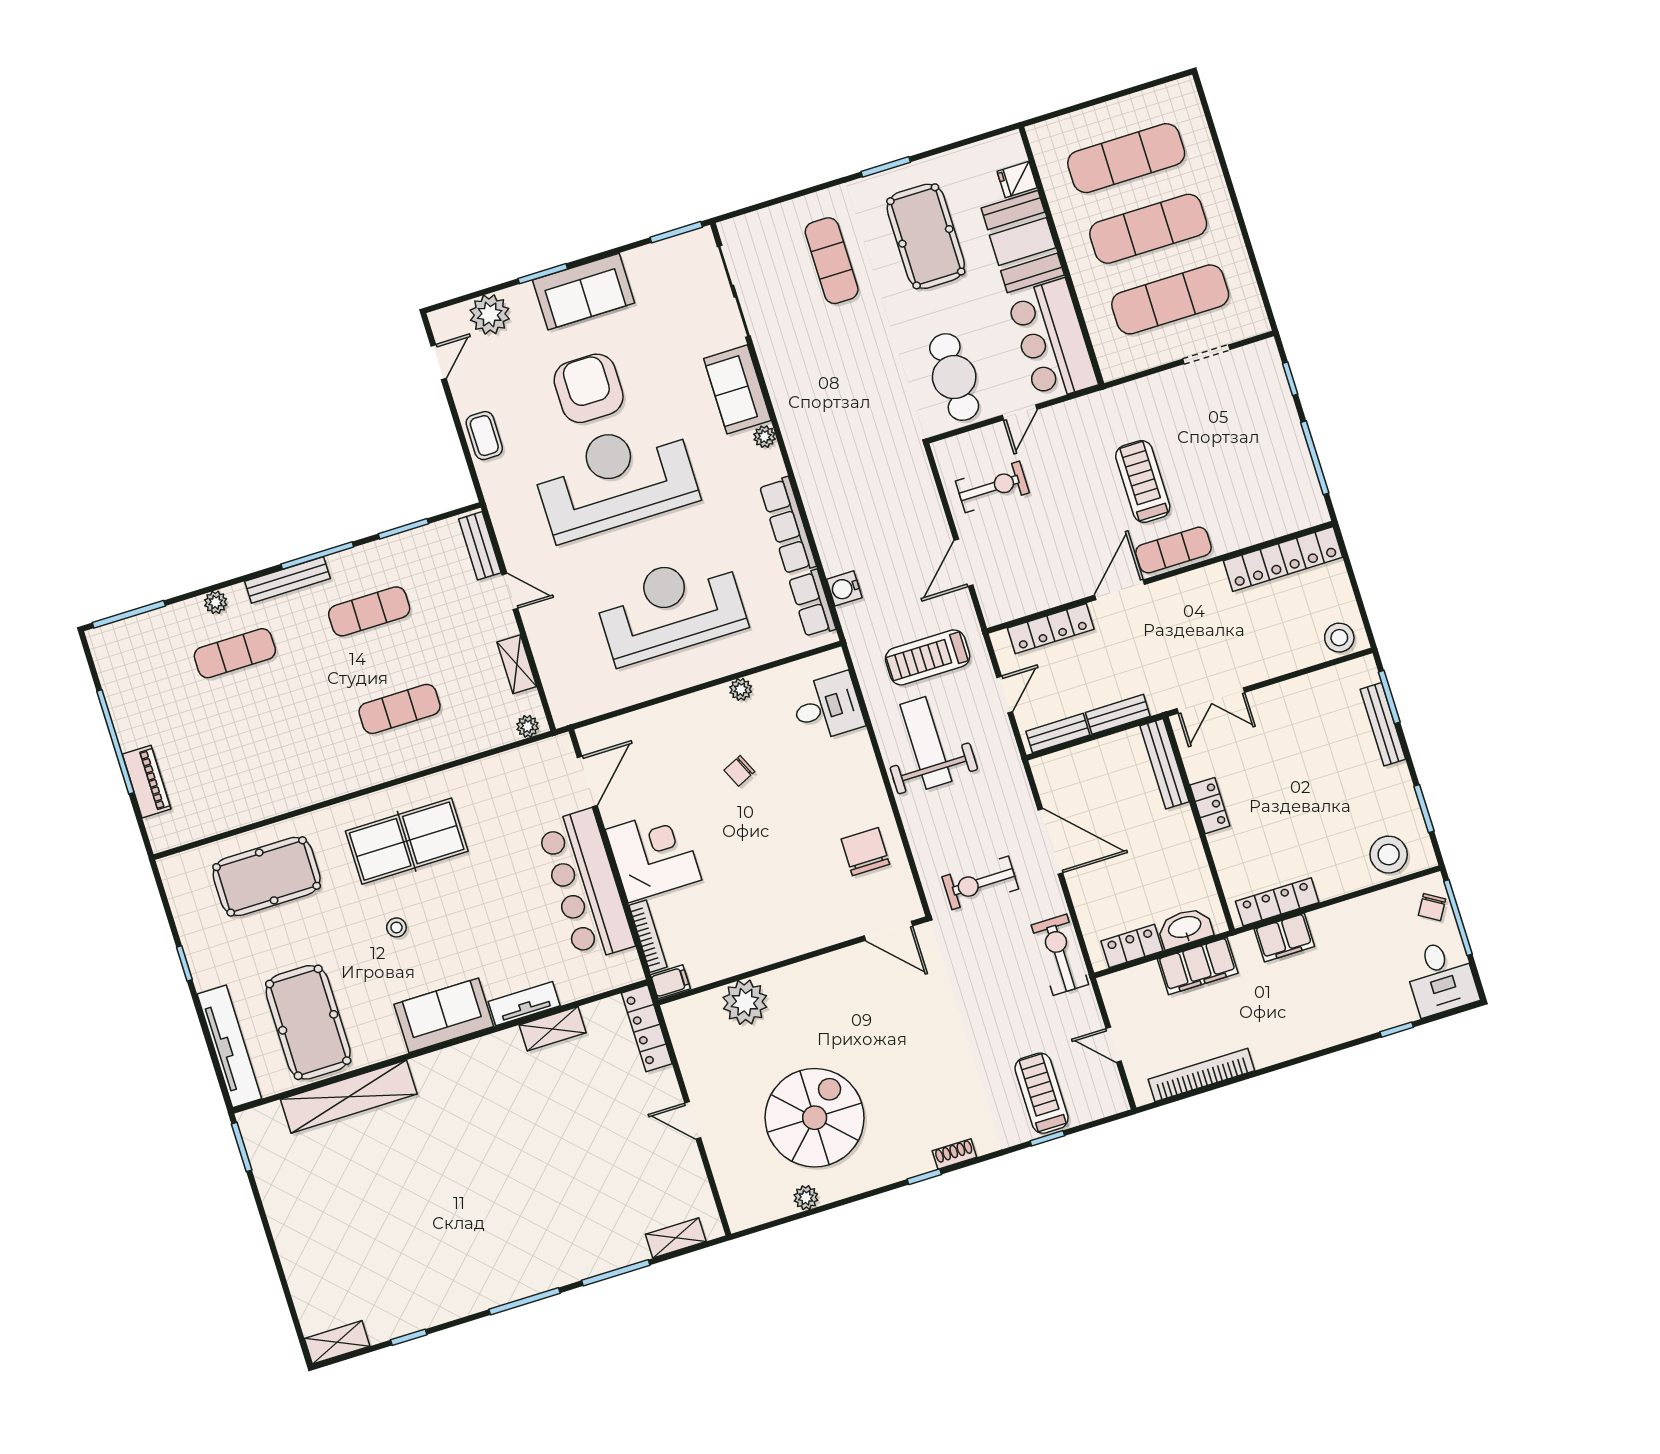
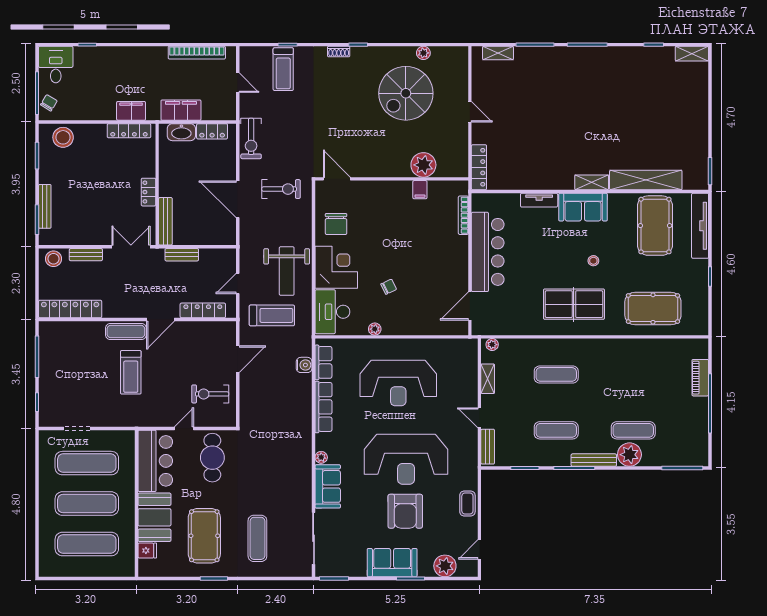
plant: (216, 602) -> (629, 455), width x1.88, depth x1.88
desk: (827, 707) -> (332, 312), width x1.37
bench: (1058, 733) -> (86, 255), moved
corner desk: (654, 855) -> (336, 267), moved, turned 180
filing cabinet: (670, 982) -> (420, 190), moved, turned -90
shelving: (553, 1029) -> (592, 182), moved

